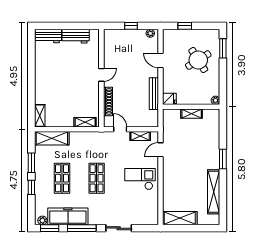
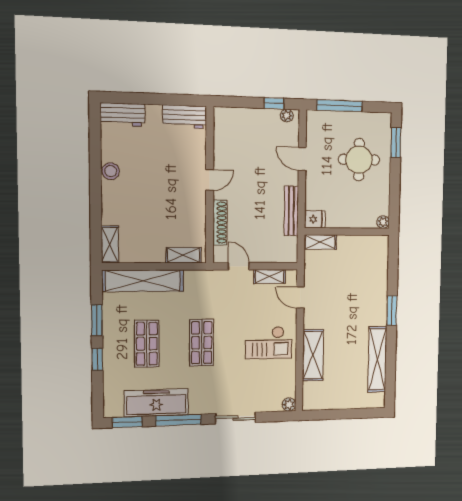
window: (131, 26) -> (274, 103), moved
window: (185, 26) -> (340, 106), width x2.17
workbench: (76, 36) -> (185, 117), moved
round table: (198, 60) -> (359, 160), turned 32
stool: (41, 71) -> (111, 171), added
shelving: (192, 114) -> (320, 242), moved
shelving: (52, 138) -> (143, 281), width x1.47
door: (161, 150) -> (300, 297), hinge flipped
checkout: (140, 179) -> (269, 343), turned 180
shelving: (180, 218) -> (313, 355), moved, turned 90
plant: (42, 220) -> (289, 404), moved

